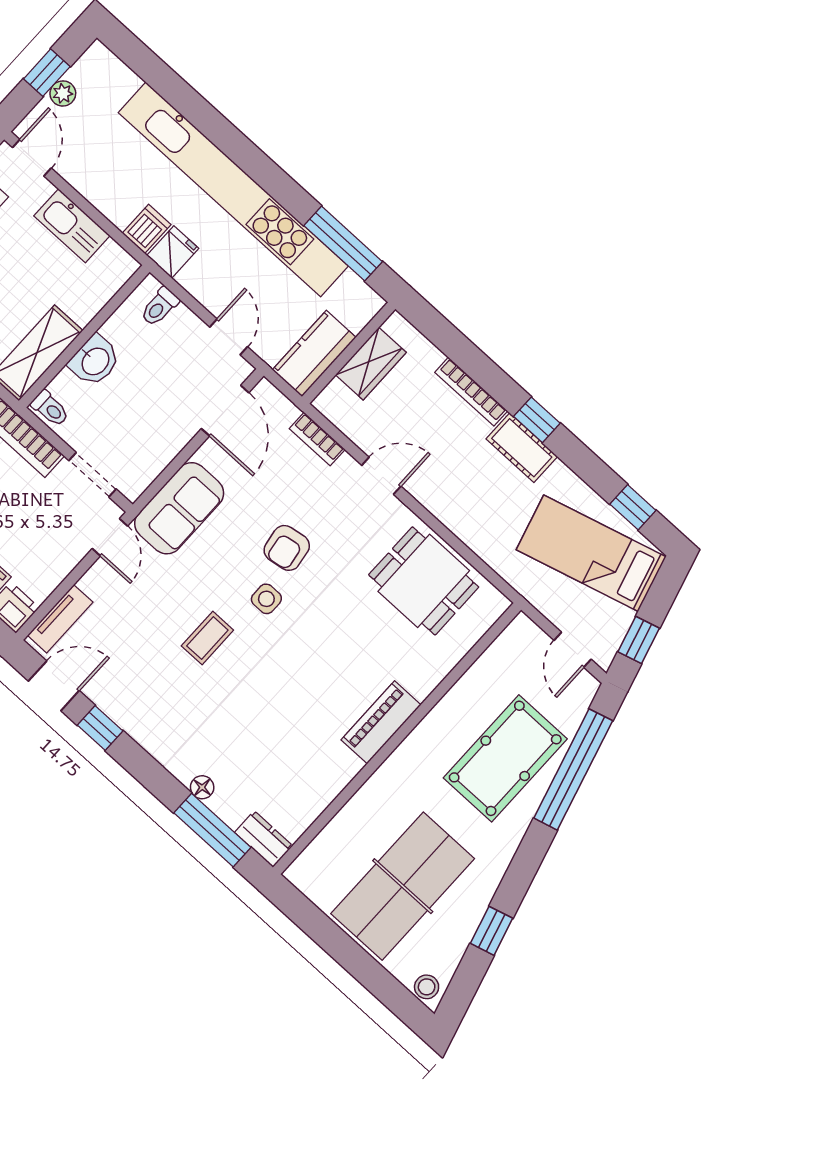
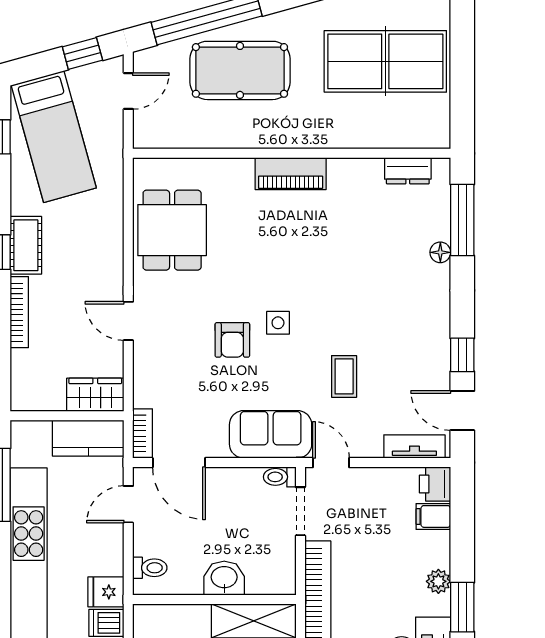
wardrobe: (371, 364) -> (95, 395), moved
toilet: (50, 409) -> (280, 477), moved, turned -90
door: (225, 411) -> (179, 463), swing flipped
bookcase: (317, 439) -> (143, 433), moved
door: (110, 537) -> (331, 463), hinge flipped
armchair: (287, 548) -> (232, 340), turned 99
coffee table: (207, 638) -> (344, 376), moved, turned 90
dresser: (264, 839) -> (408, 171), moved, turned -90

